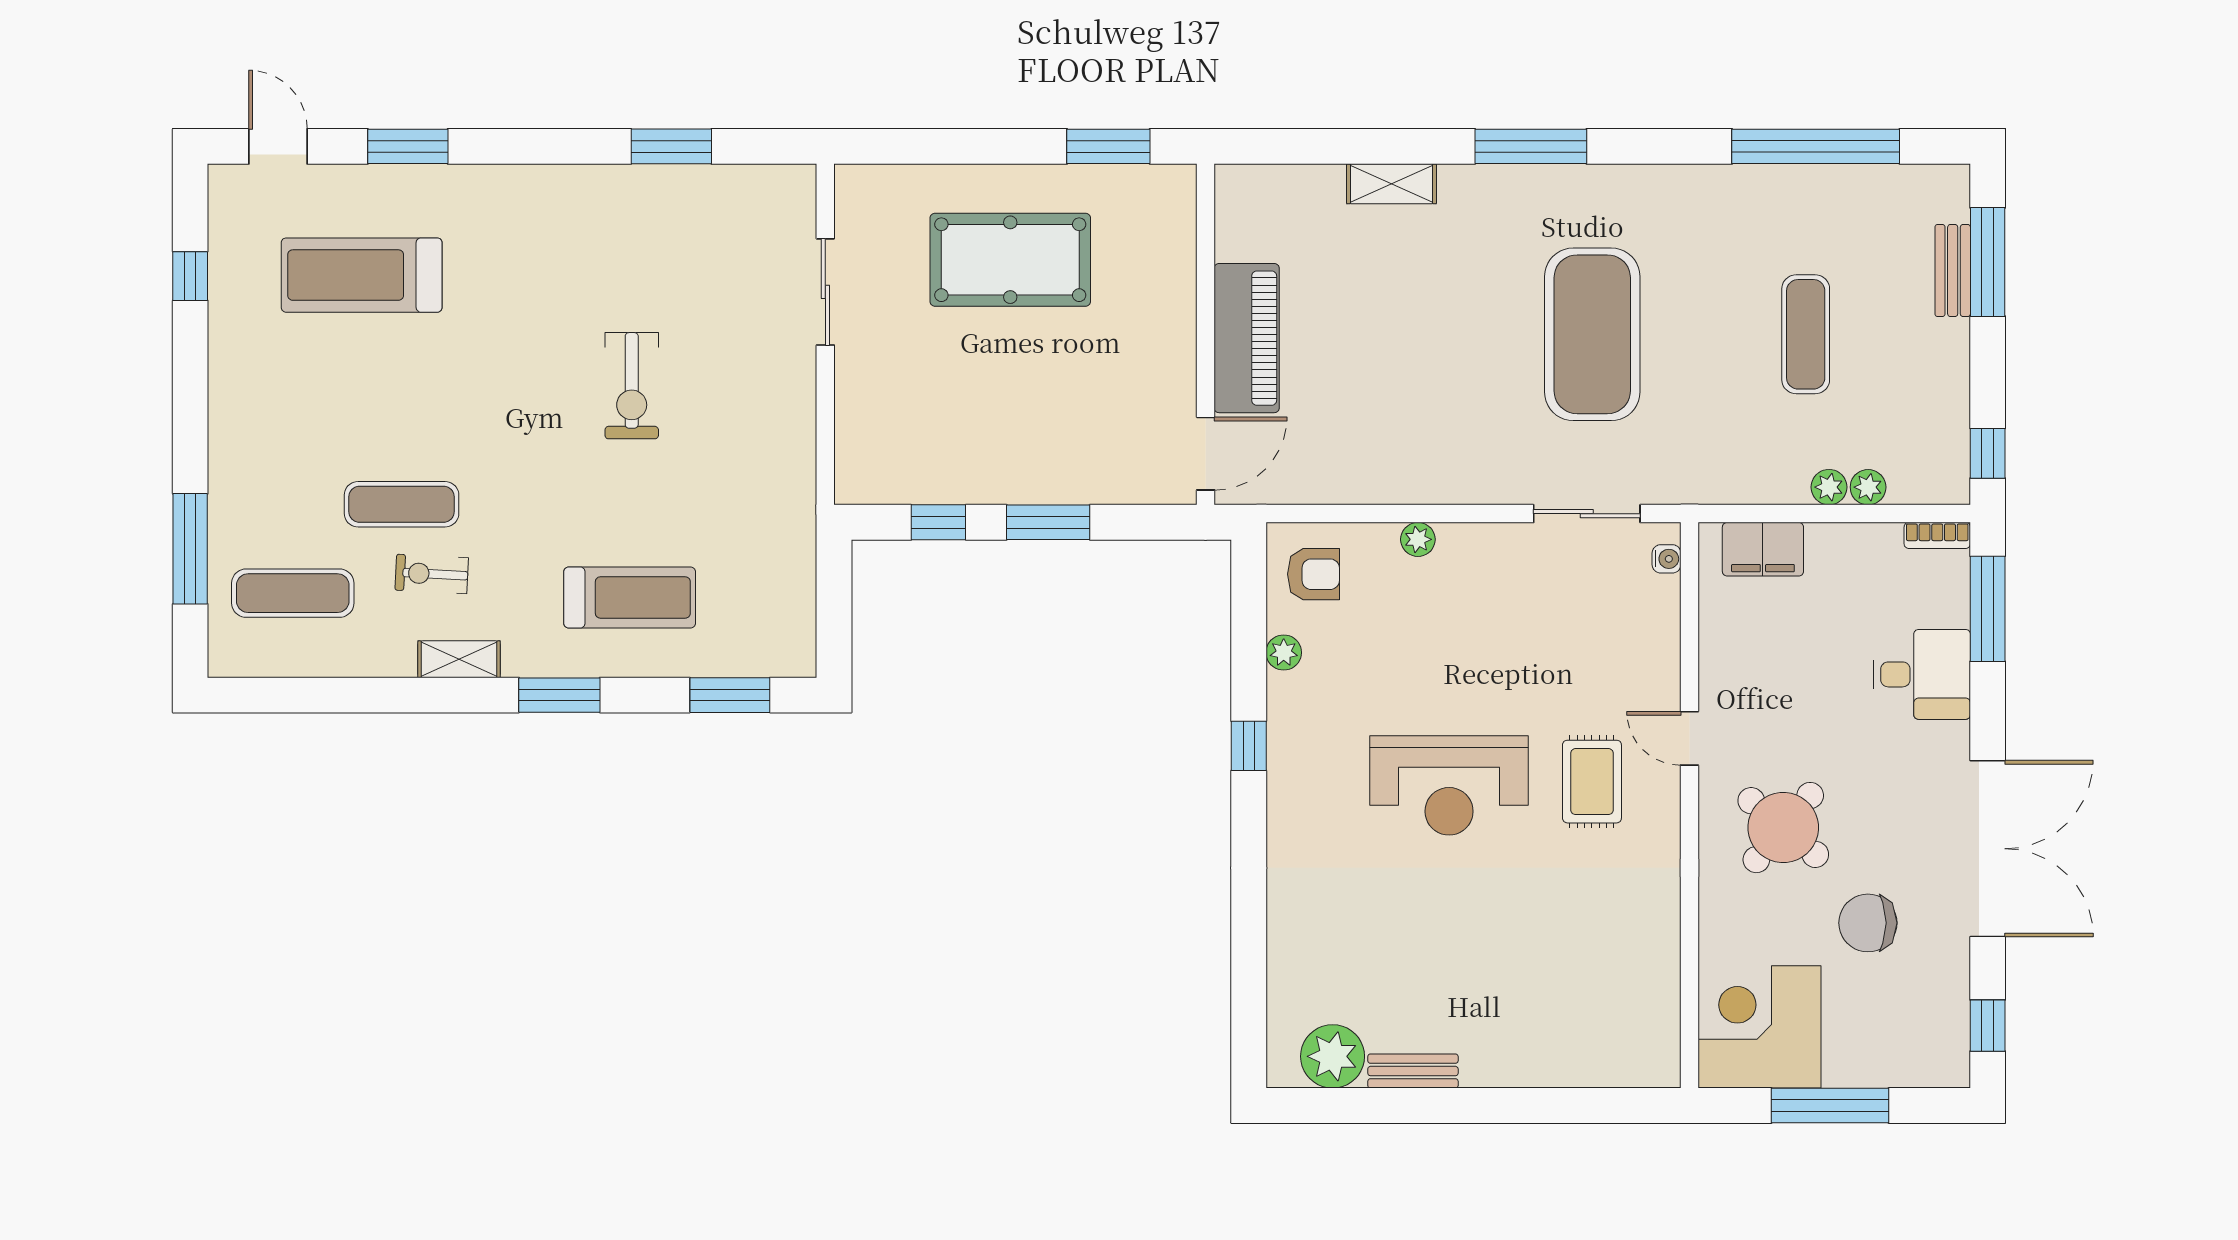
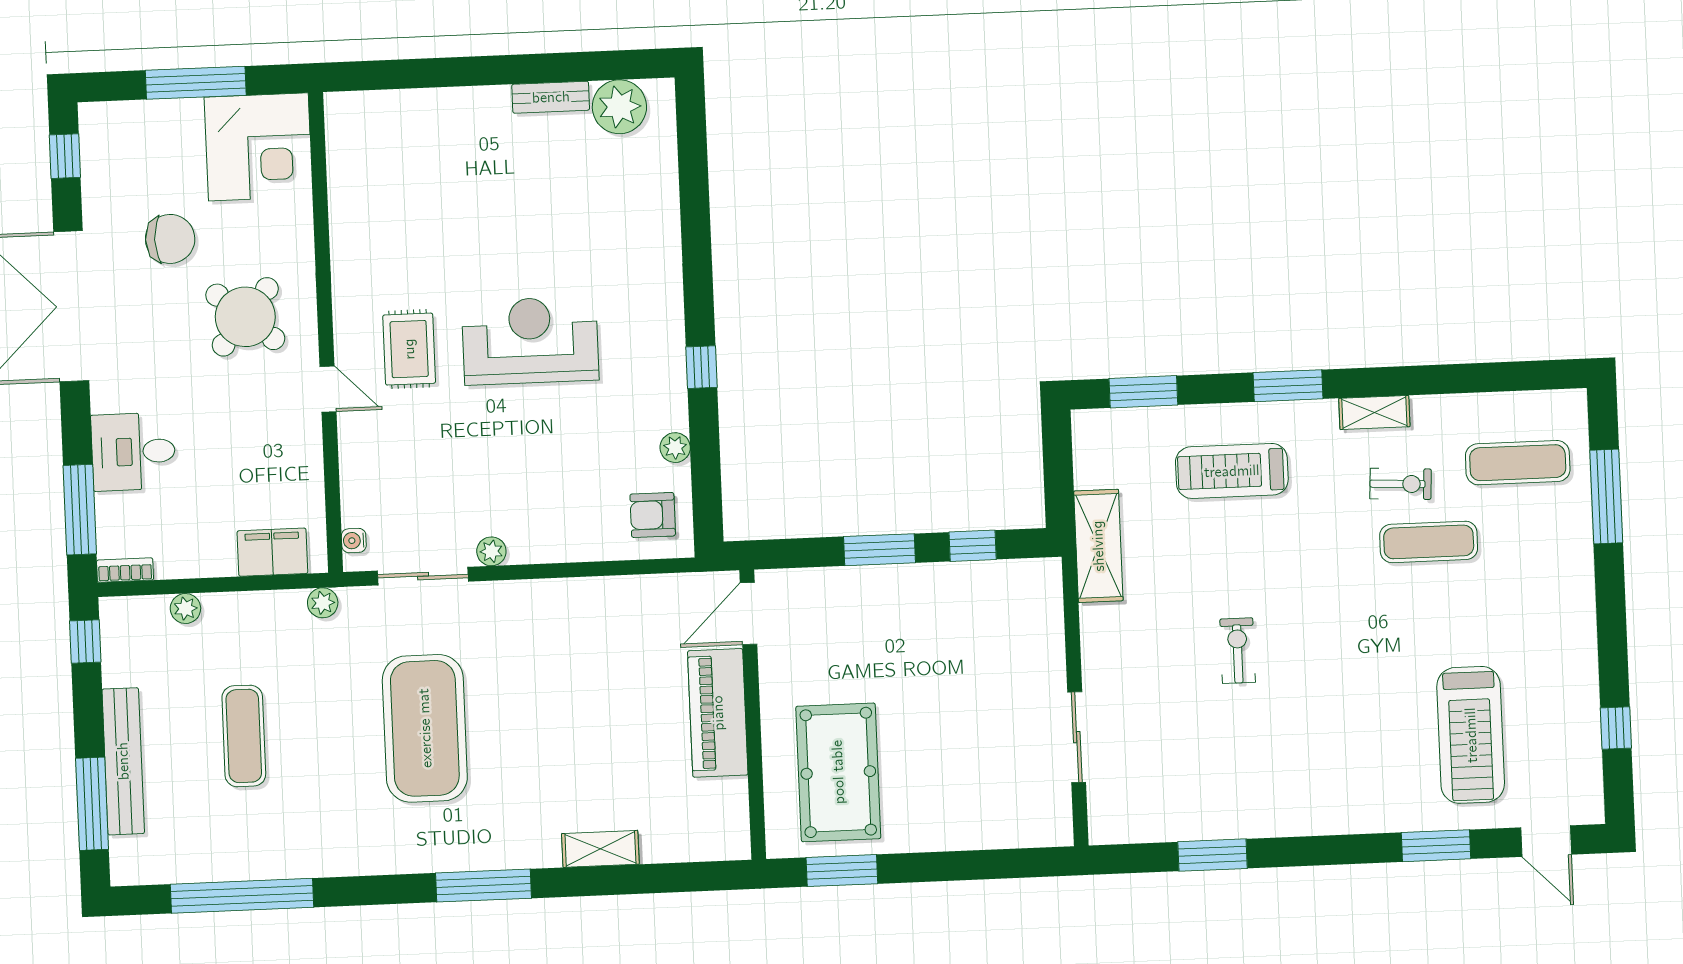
pool table: (1010, 260) -> (838, 772), moved, turned 90
bench: (1953, 271) -> (123, 761), width x1.86, depth x1.21
treadmill: (362, 275) -> (1471, 735), turned 90
exercise bike: (632, 386) -> (1238, 651), width x0.73, depth x0.72
plant: (1829, 487) -> (323, 603), moved
shelving: (790, 516) -> (1098, 546), added
plant: (1418, 539) -> (491, 551), moved

